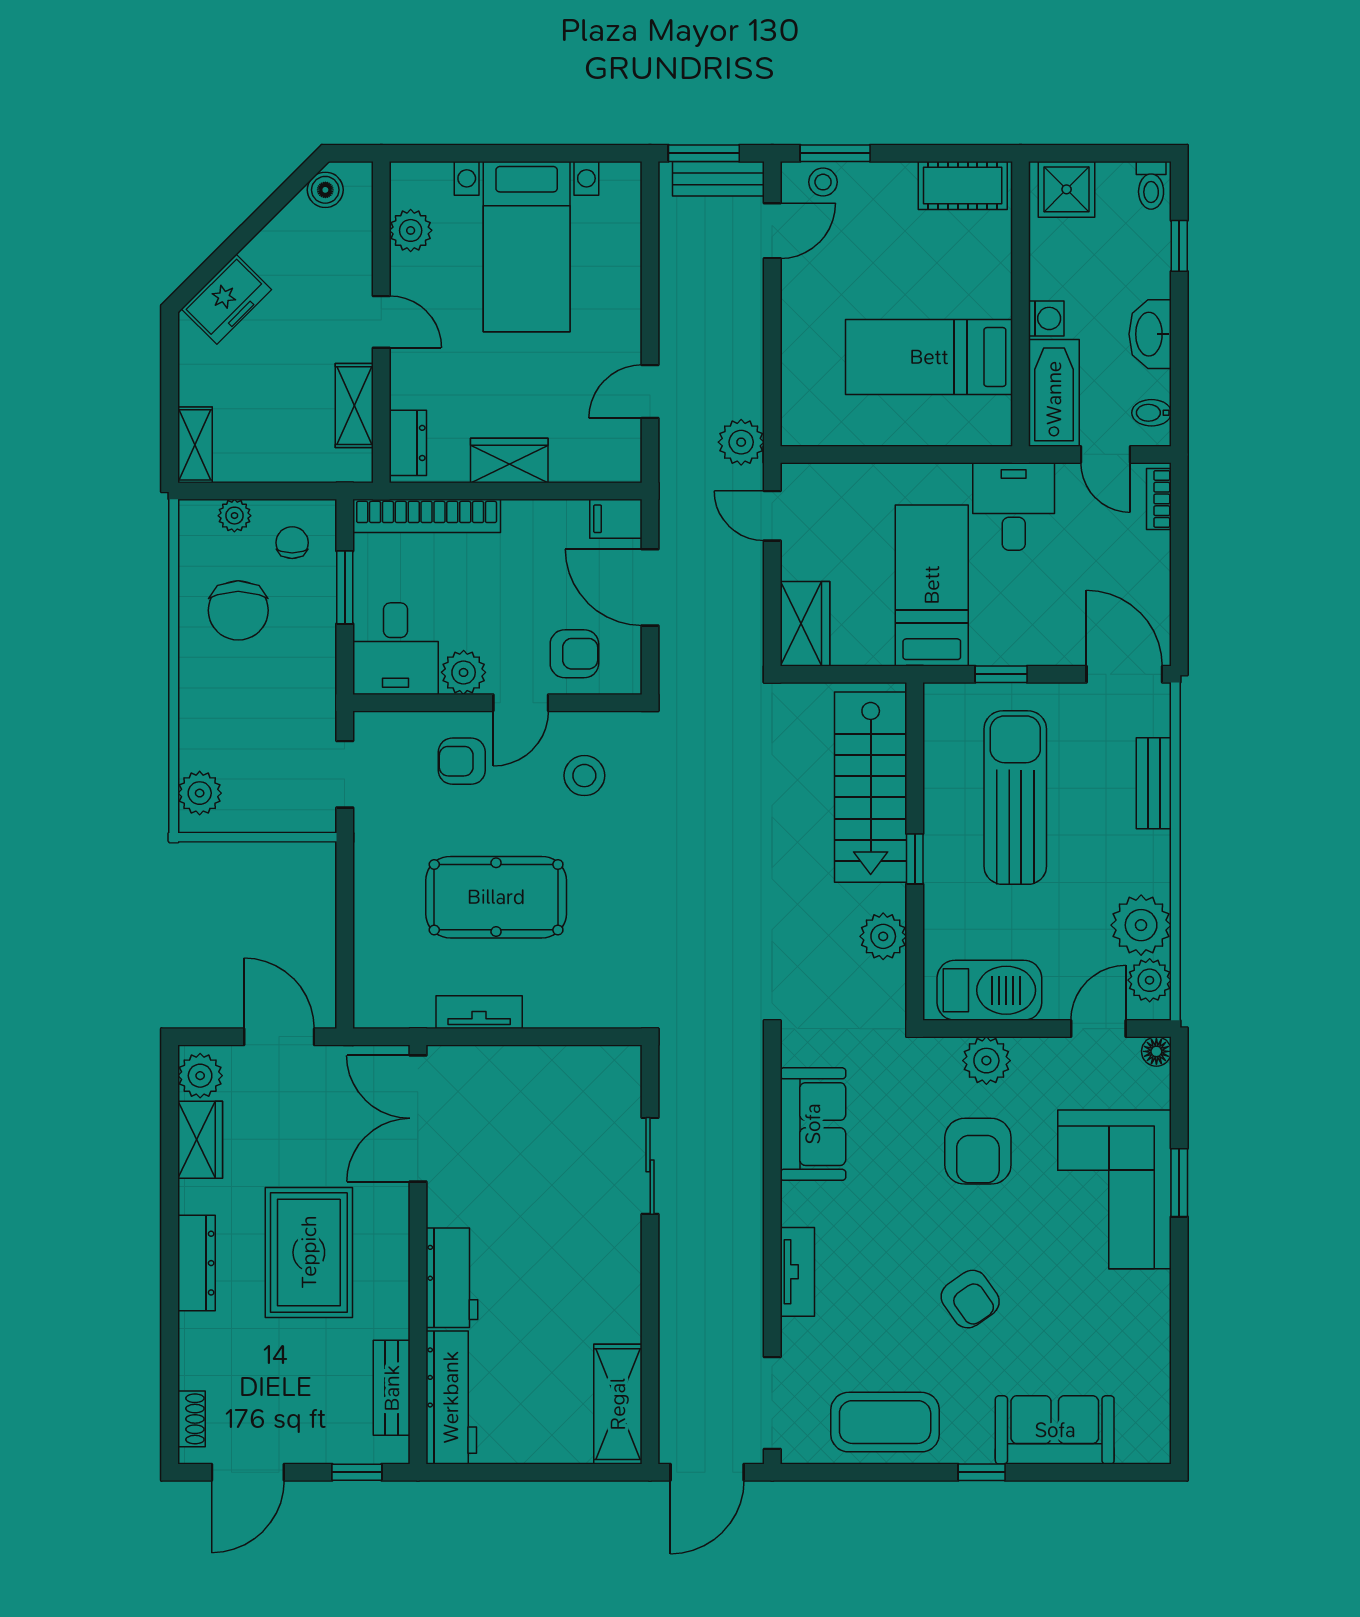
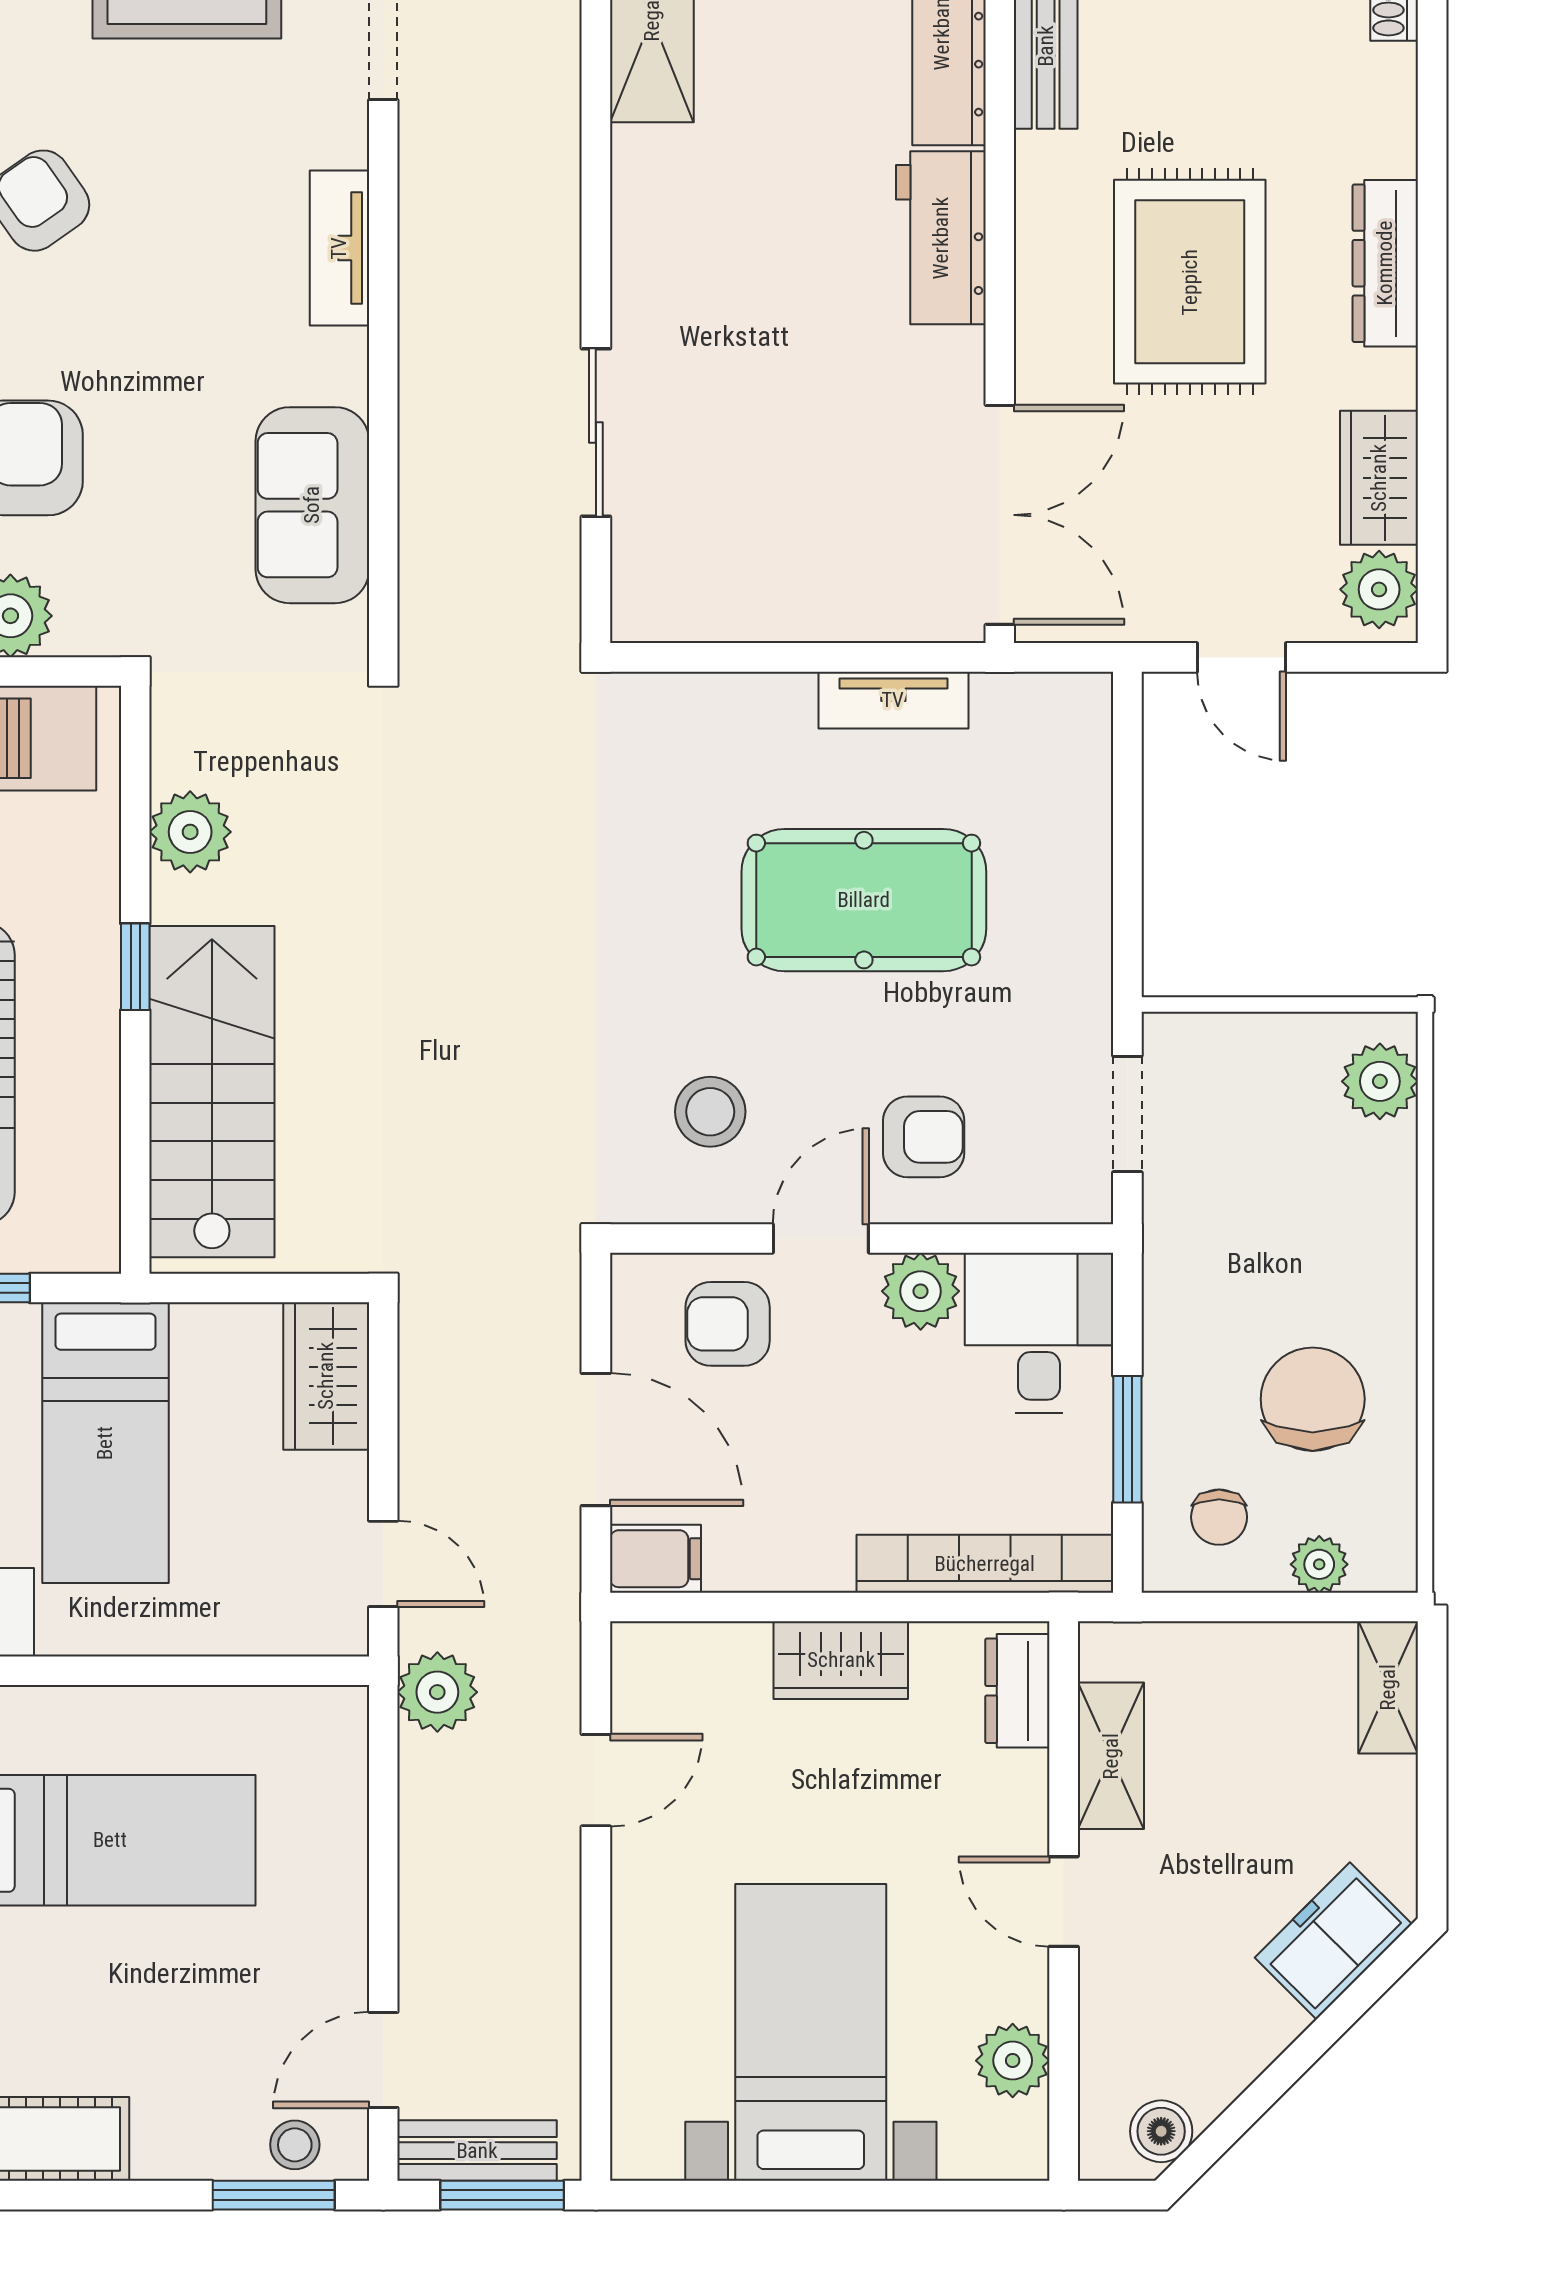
door: (279, 1037) -> (1242, 657), width x0.73

